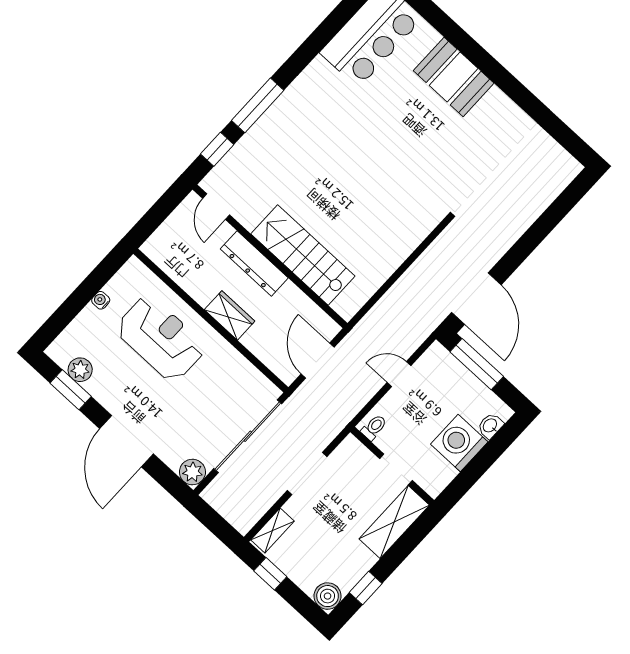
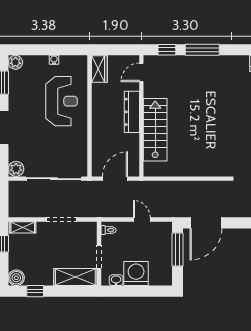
wardrobe: (230, 315) -> (99, 69), moved
plant: (80, 370) -> (15, 62), moved
washbasin: (490, 426) -> (116, 280), moved

